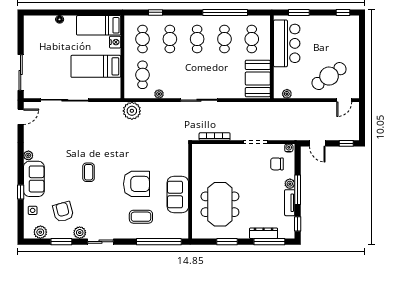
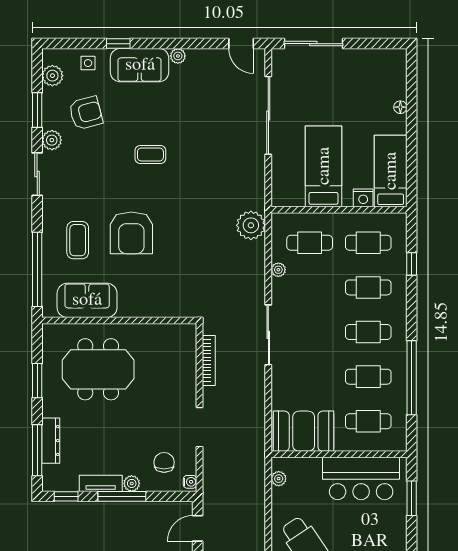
sofa: (178, 194) -> (87, 300), moved

